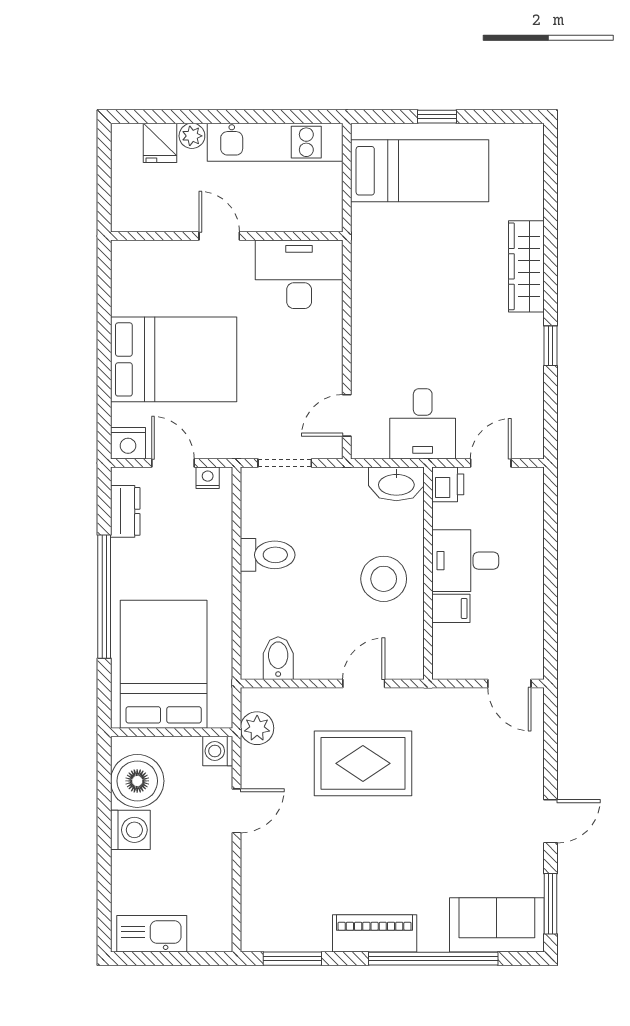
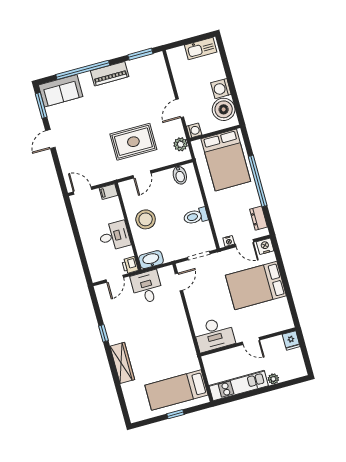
fridge: (160, 143) -> (291, 340), moved, turned 180
filing cabinet: (451, 608) -> (108, 192), moved

